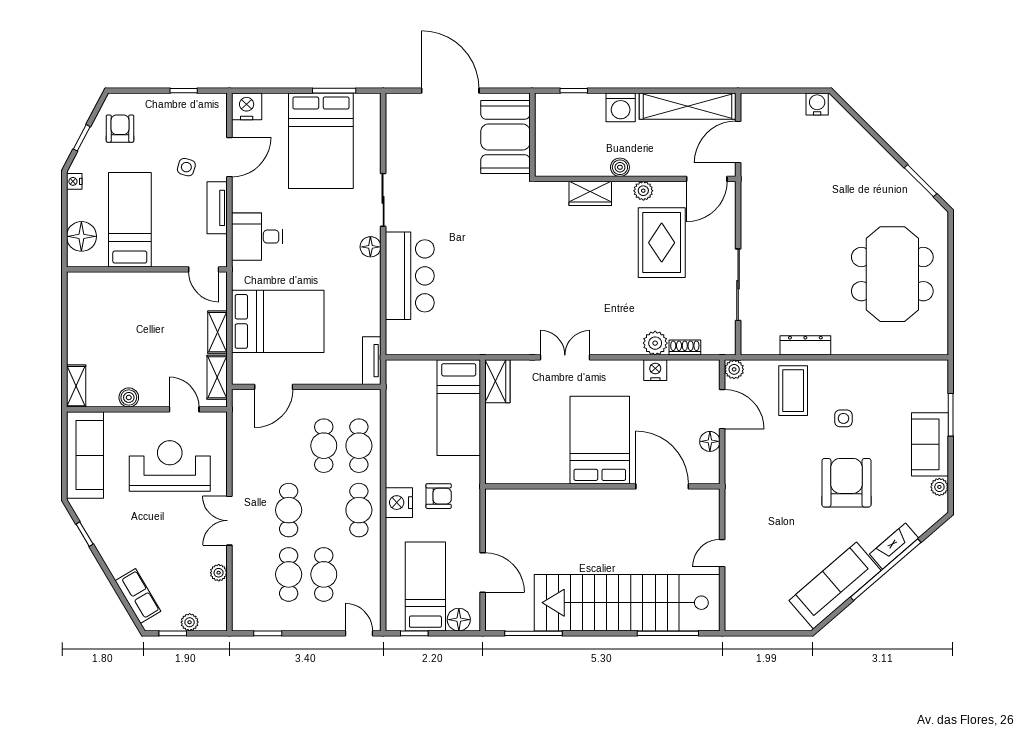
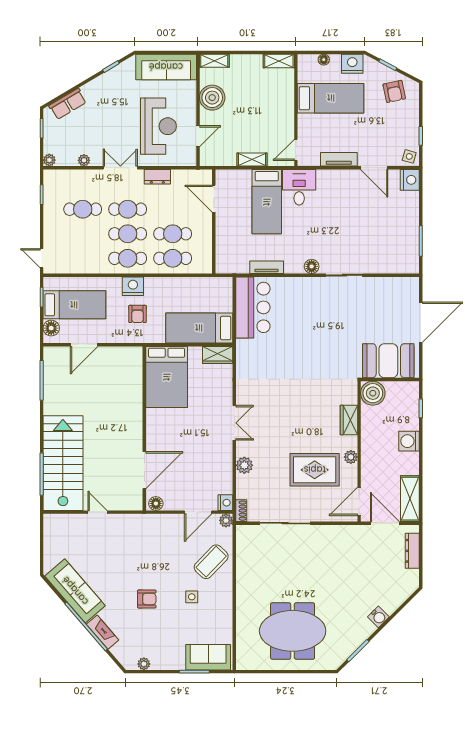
water cooler: (817, 104) -> (378, 617), moved, turned 45
shelving: (688, 106) -> (410, 499), width x0.68
armchair: (120, 129) -> (394, 91), turned 78
bed: (321, 141) -> (386, 232), removed
side table: (186, 167) -> (409, 156), moved
boiler: (620, 167) -> (373, 393), moved, width x1.86, depth x1.86
door: (707, 179) -> (359, 501), hinge flipped
nightstand: (74, 181) -> (352, 64), width x1.89, depth x1.79
floor lamp: (81, 236) -> (324, 60), width x0.53, depth x0.53
desk: (257, 237) -> (299, 187), moved
bar counter: (410, 276) -> (253, 307), moved, turned -90
bed: (278, 321) -> (267, 202), width x0.67
dresser: (805, 345) -> (412, 551), moved, turned 180
shoe rack: (685, 348) -> (241, 511), moved
double door: (565, 357) -> (234, 423), moved
tv unit: (372, 361) -> (267, 267), moved
nightstand: (655, 370) -> (225, 503), moved
shelving: (217, 377) -> (279, 61), moved
coffee table: (793, 391) -> (211, 562), turned -46
boiler: (129, 397) -> (212, 98), width x1.86, depth x1.86
bed: (600, 440) -> (167, 377), moved, turned 90
floor lamp: (710, 441) -> (156, 503), moved
sofa: (930, 444) -> (208, 657), moved
dresser: (242, 468) -> (157, 177), added
armchair: (847, 483) -> (147, 599), width x0.53, depth x0.53
cafe table: (324, 574) -> (128, 234), moved
stairs: (627, 603) -> (63, 463), width x0.73
plant: (190, 622) -> (49, 160), moved
door: (359, 633) -> (42, 258), swing flipped

